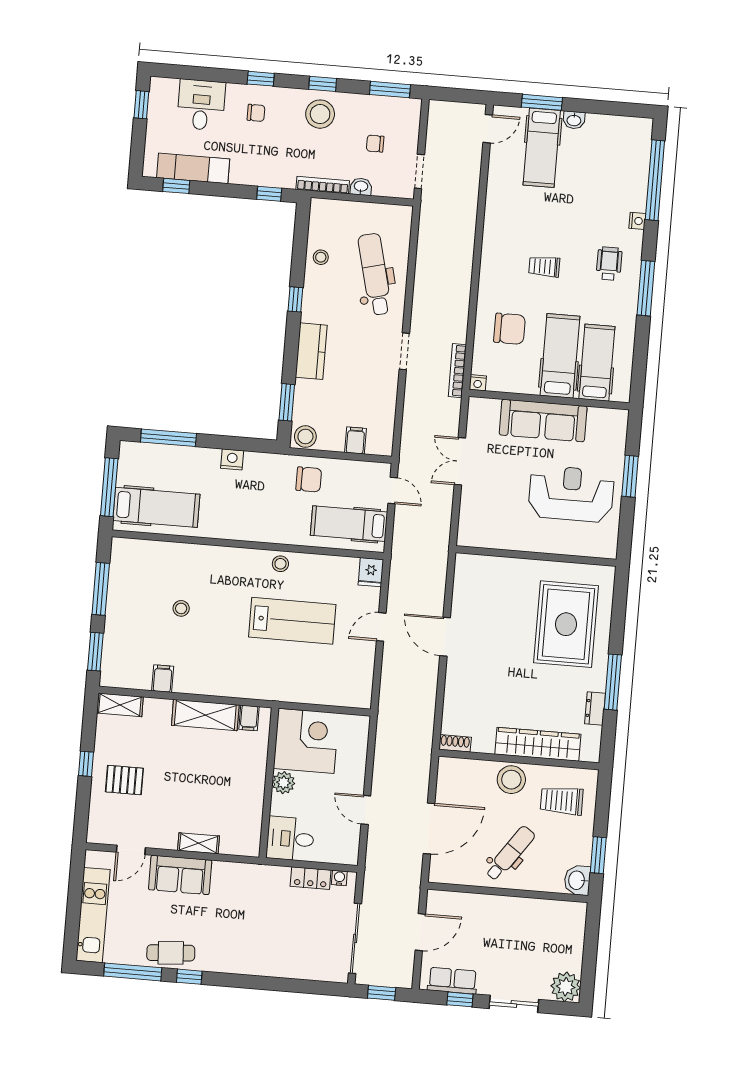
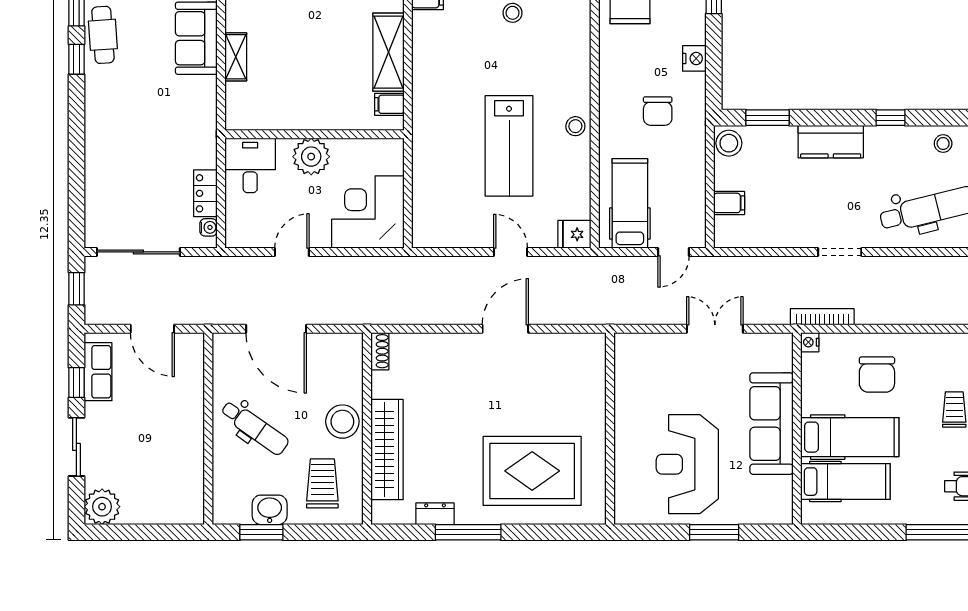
chair: (309, 479) -> (658, 111), moved
reception desk: (571, 494) -> (687, 464), turned 180
corner desk: (306, 741) -> (368, 212), moved, turned 180
plant: (284, 783) -> (311, 157), width x1.36, depth x1.36
washbasin: (577, 880) -> (270, 510), moved

